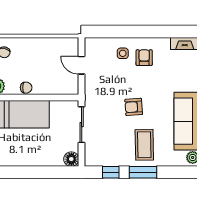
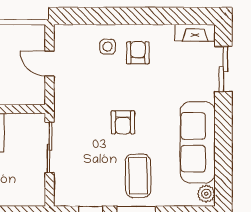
armchair: (134, 107) -> (123, 122), turned -86
floor lamp: (71, 159) -> (35, 196), removed

